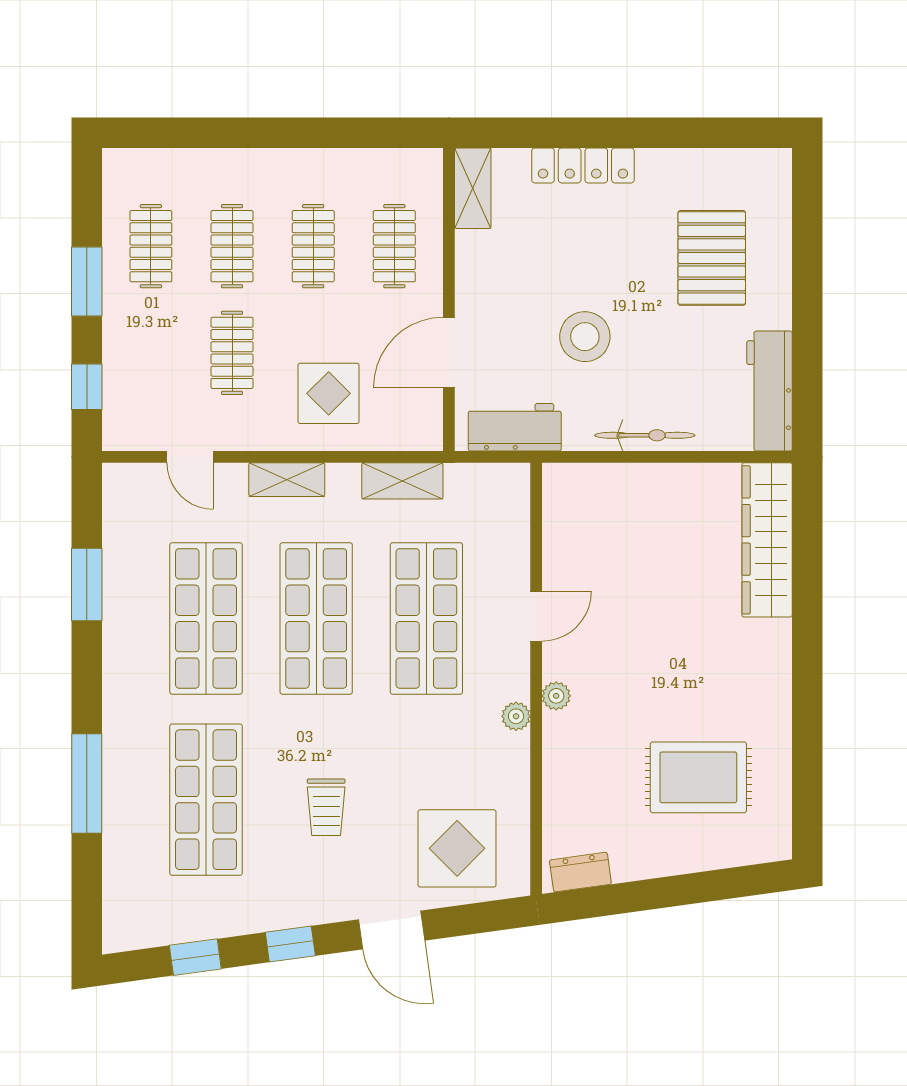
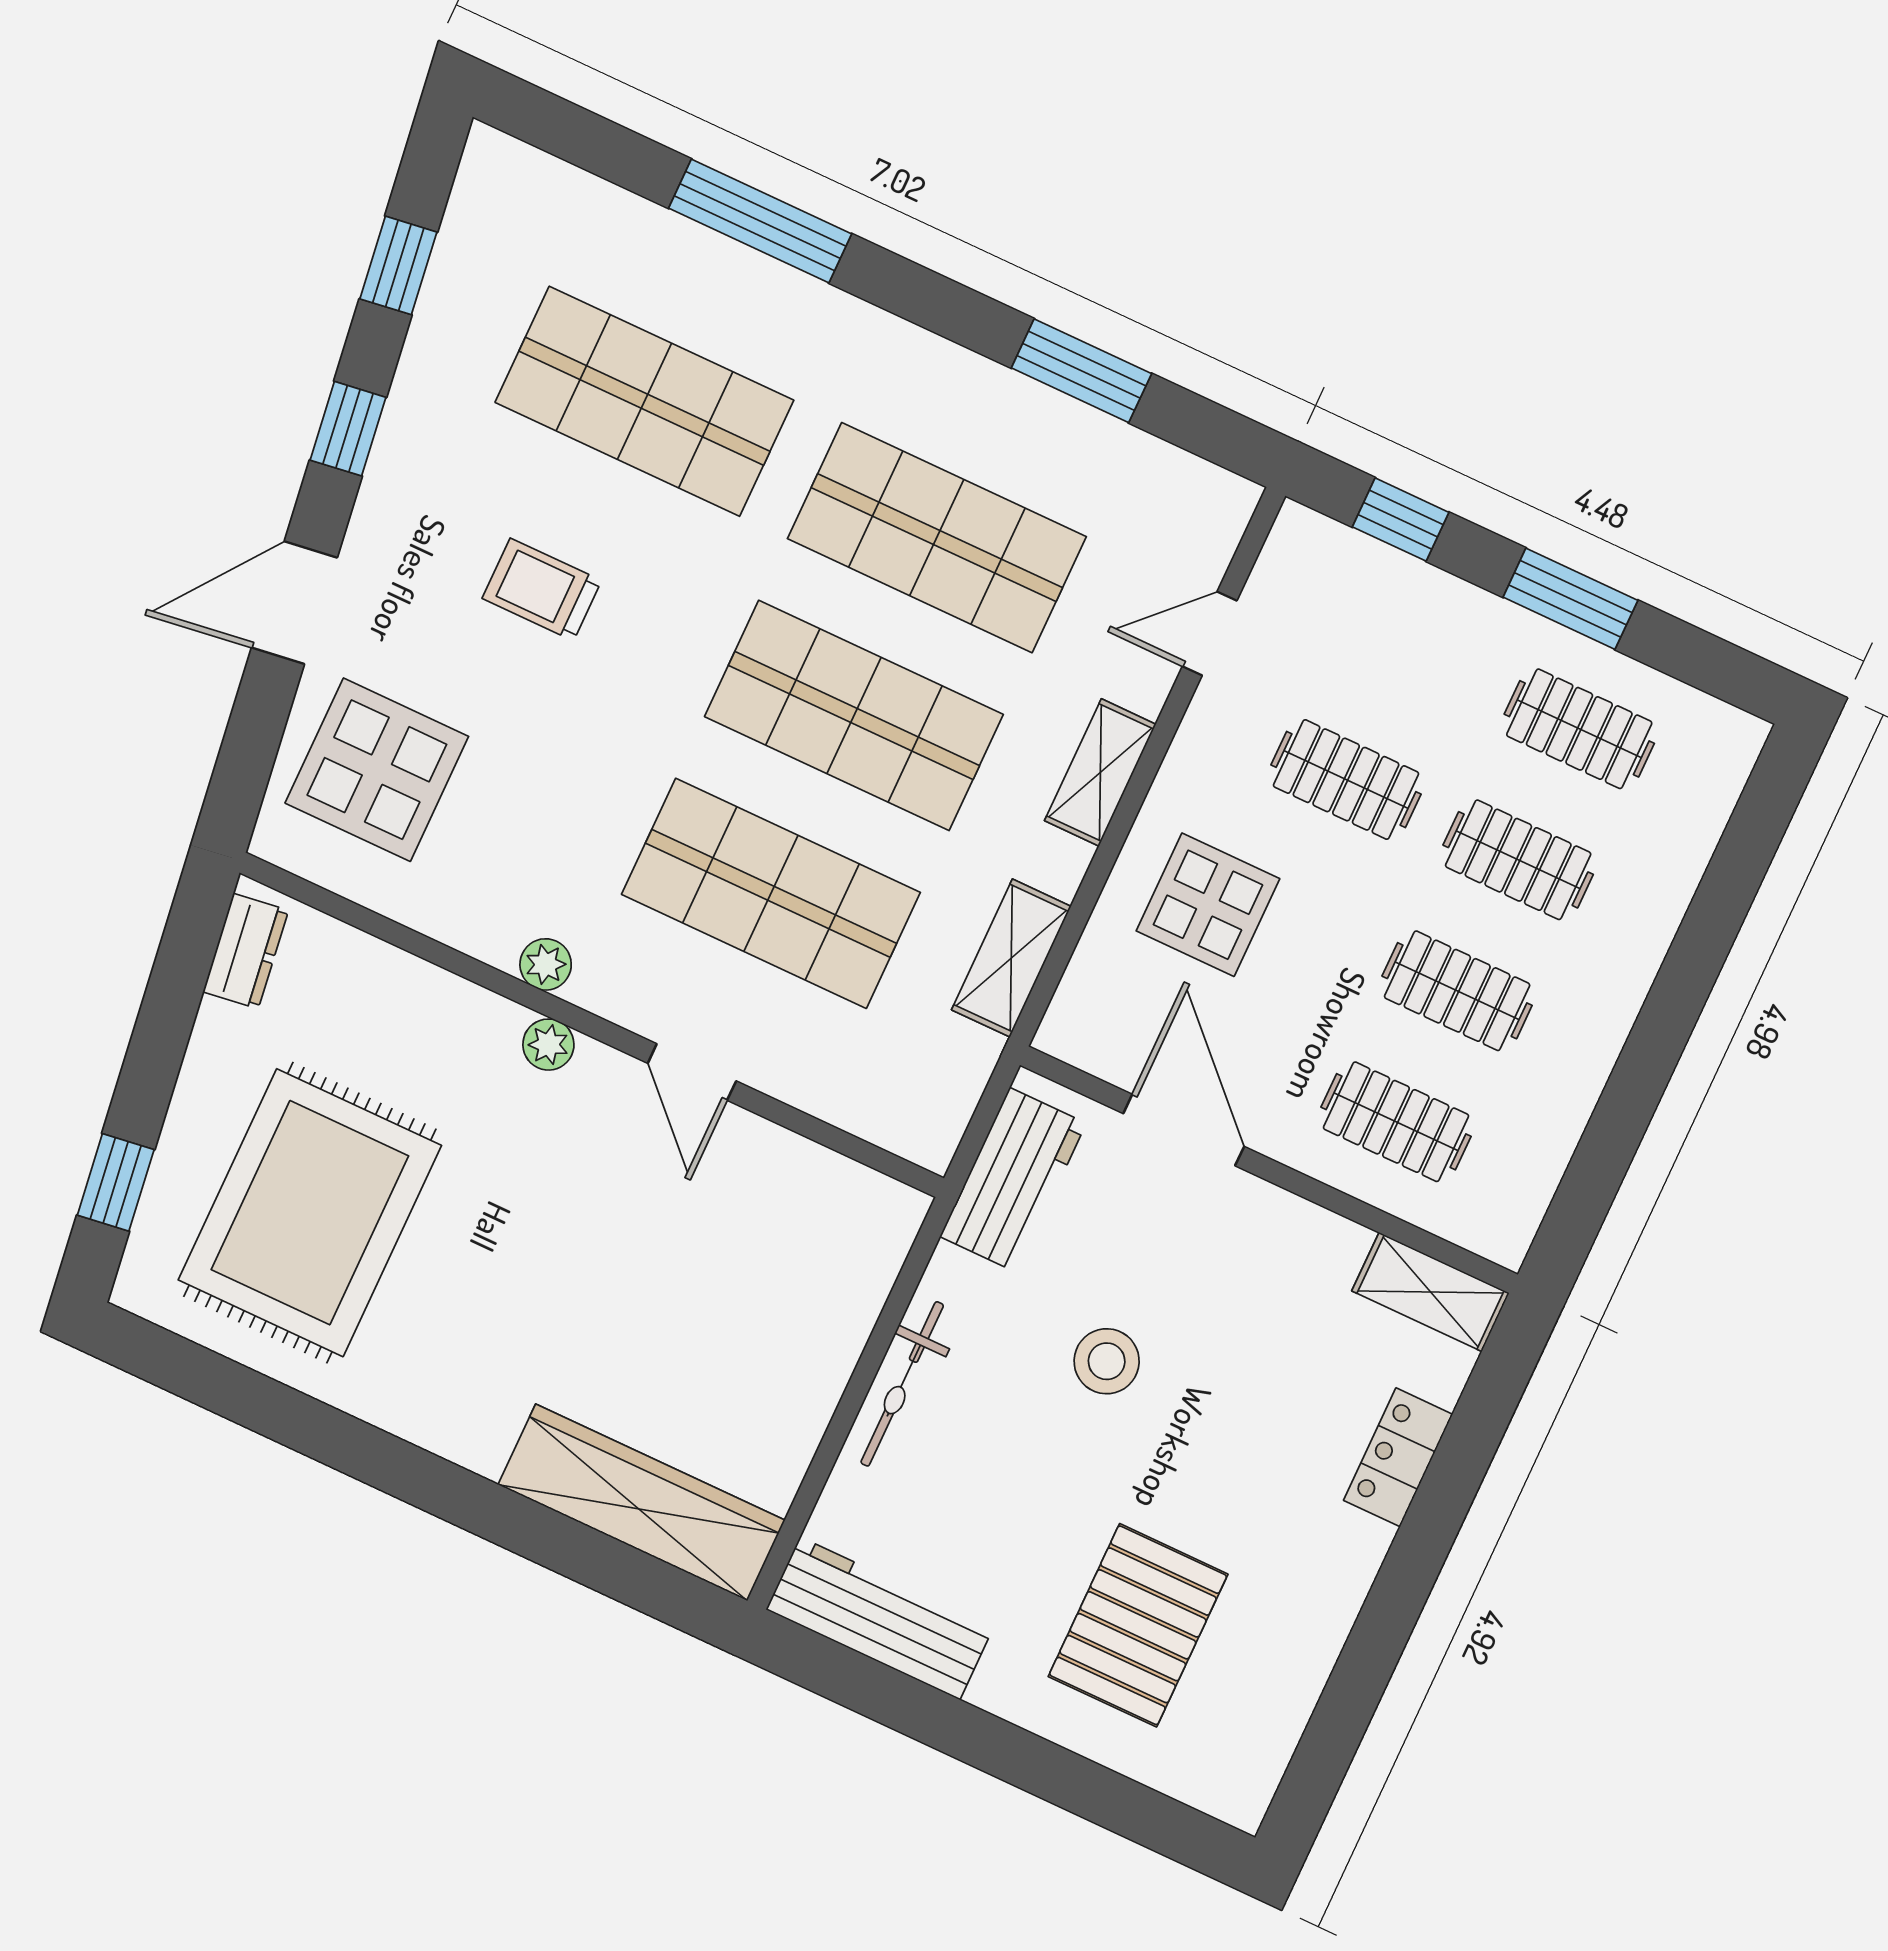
locker: (583, 165) -> (1398, 1457), width x0.66
pallet: (712, 258) -> (1138, 1625), turned 90
stool: (585, 337) -> (1107, 1361), width x0.73, depth x0.73
rug: (698, 777) -> (310, 1213), width x1.37, depth x1.44
window: (729, 883) -> (116, 1182), added

